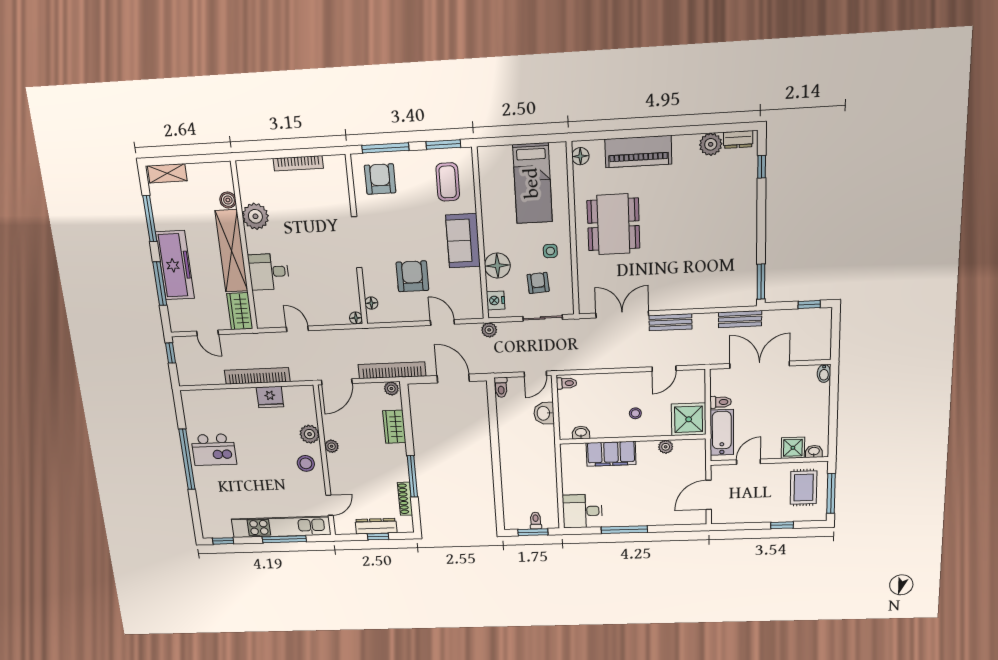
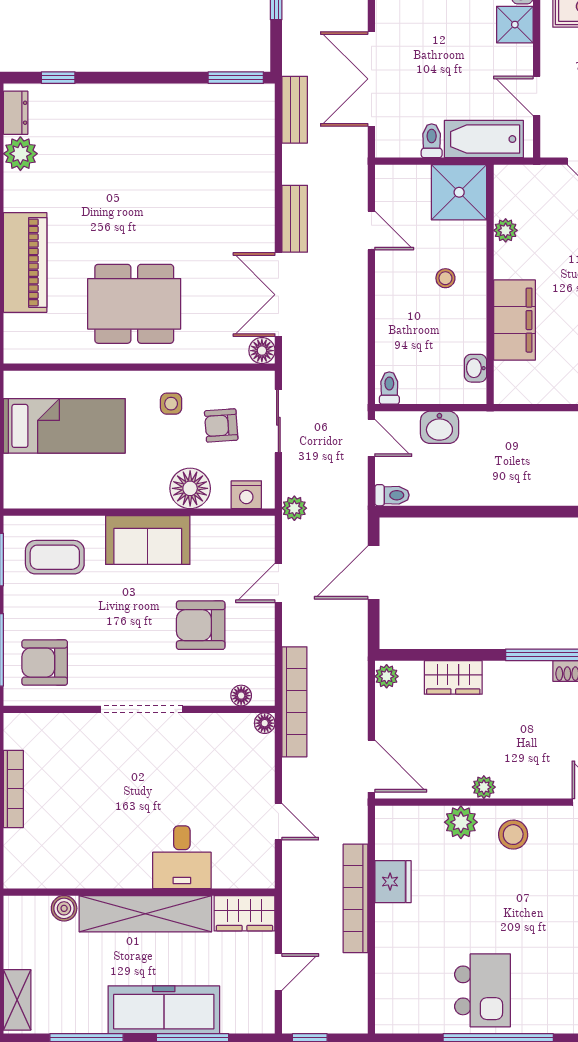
floor lamp: (580, 156) -> (262, 351), moved
plant: (255, 216) -> (92, 867), removed
door: (297, 329) -> (278, 822), swing flipped
bookcase: (392, 370) -> (294, 702), moved, turned 180

